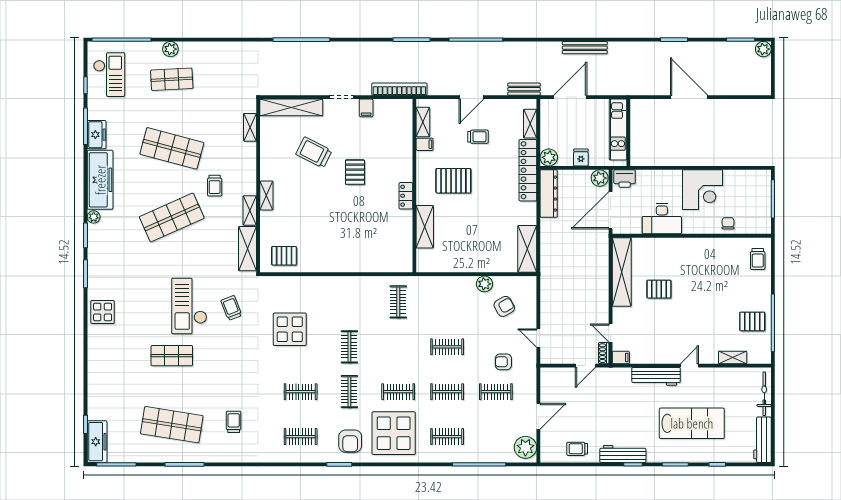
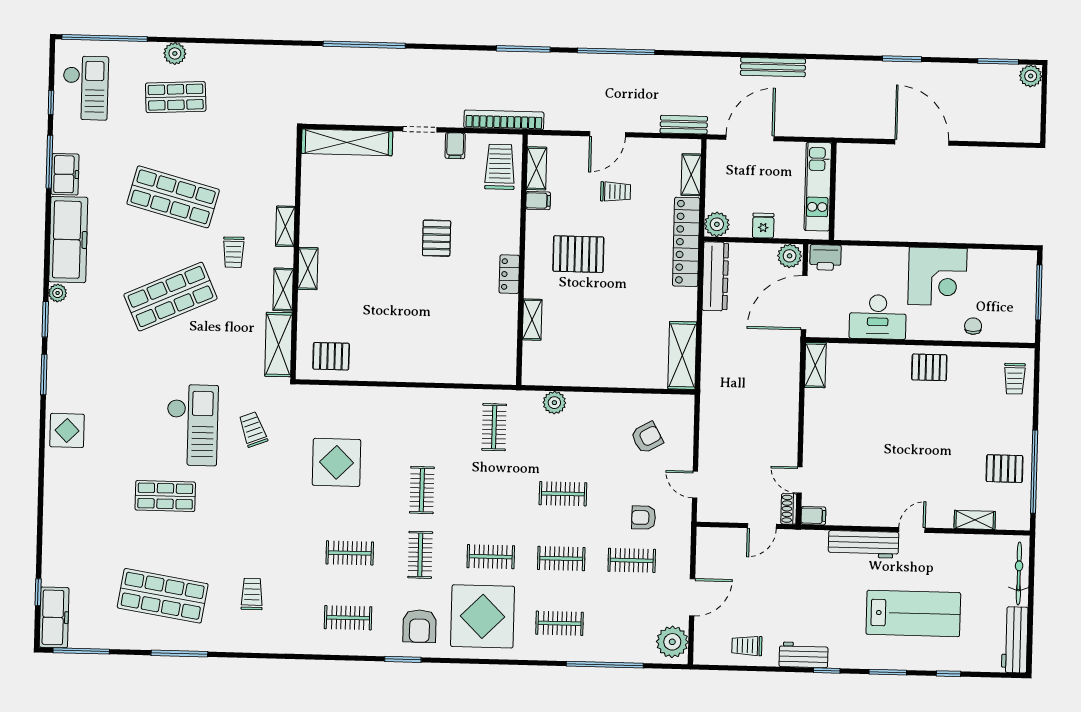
shelving: (250, 127) -> (285, 226), moved
trolley: (314, 152) -> (500, 167), moved, turned 63
shelving: (425, 227) -> (532, 320), width x0.67, depth x0.75
shelving: (622, 272) -> (815, 365), width x0.45, depth x0.75
plant: (484, 284) -> (554, 403), moved
pallet: (659, 289) -> (929, 367), moved
checkout: (189, 306) -> (192, 425), turned 180
workbench: (623, 454) -> (804, 655), width x0.73

